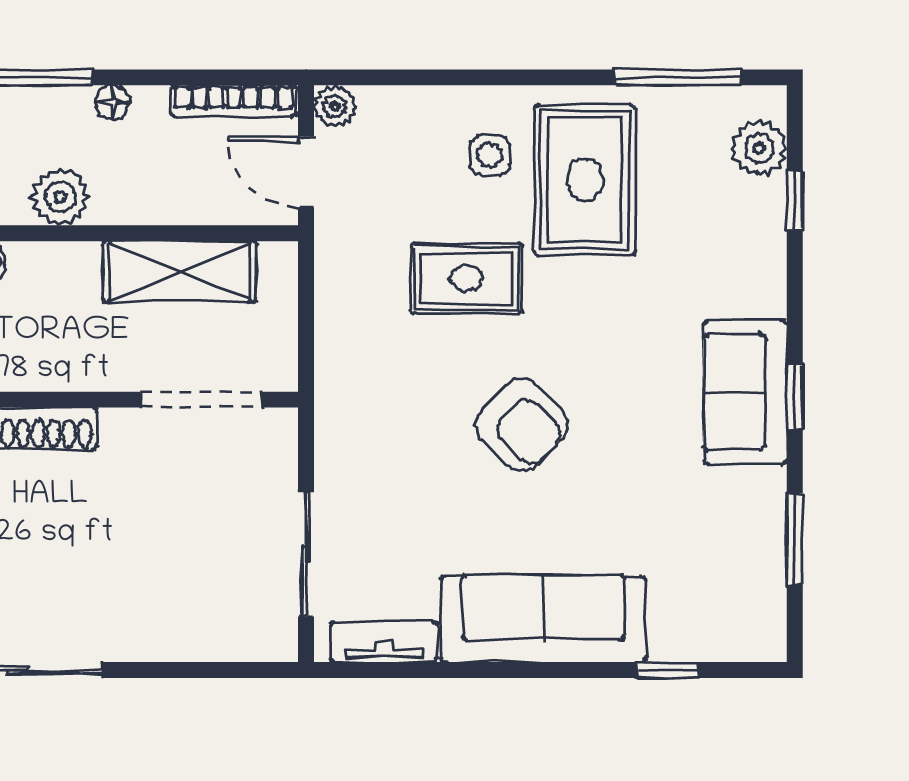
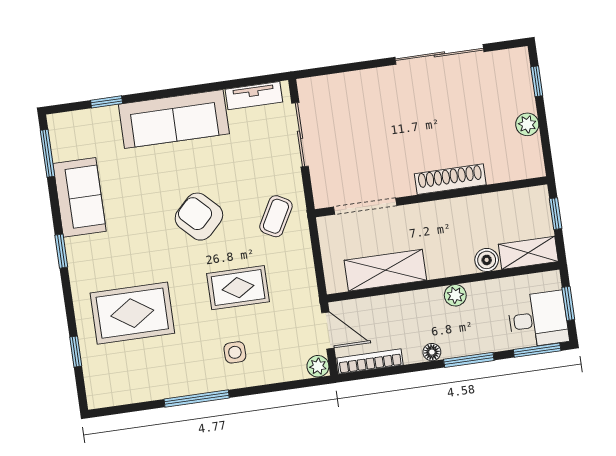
window: (678, 77) -> (197, 399), moved
plant: (759, 148) -> (98, 376), removed
rug: (585, 180) -> (132, 313), moved, turned 90
plant: (60, 197) -> (455, 295), width x0.73, depth x0.73
sofa: (745, 392) -> (80, 197), moved
coffee table: (374, 405) -> (276, 216), added
window: (795, 539) -> (47, 153), moved

